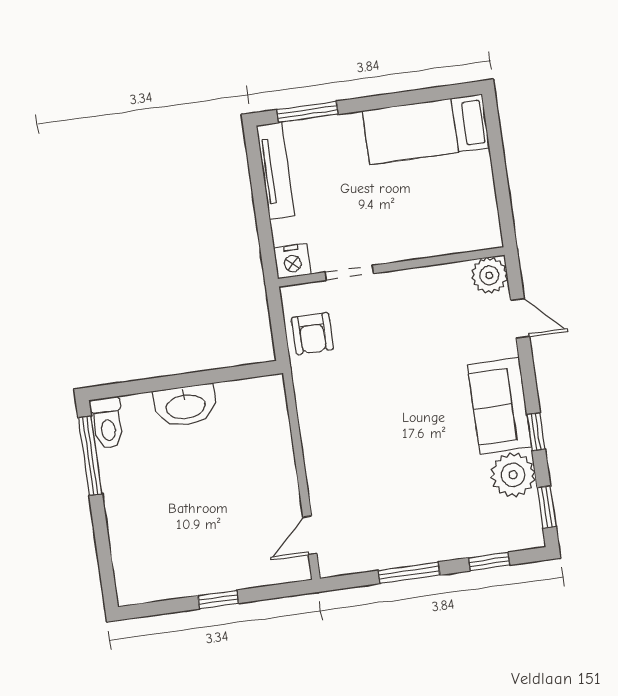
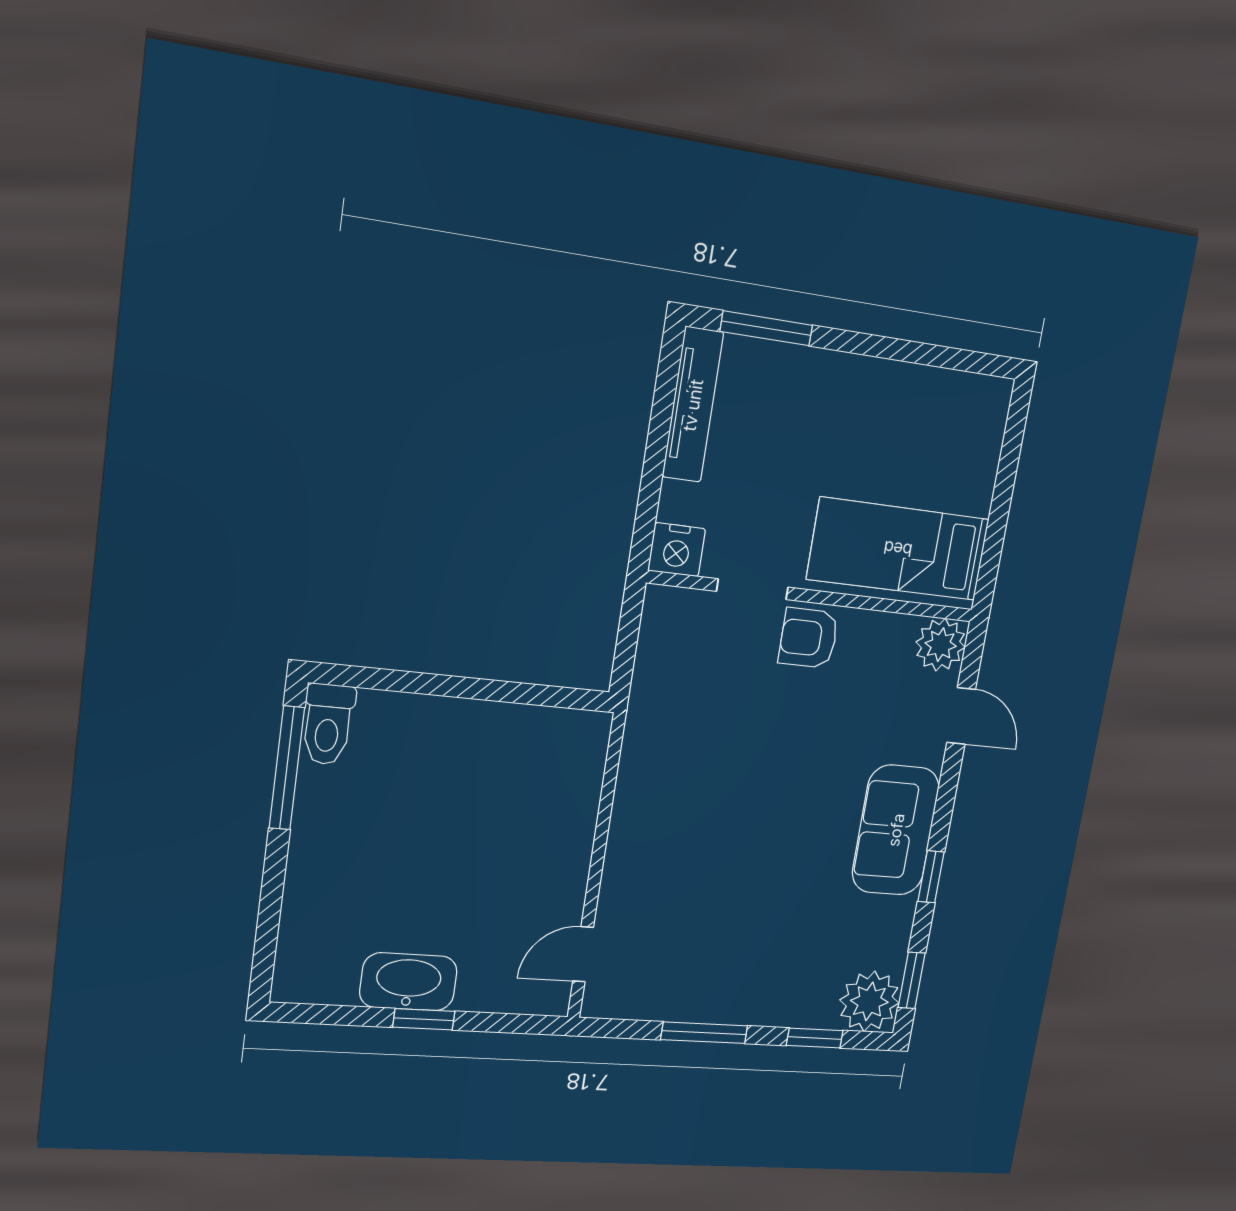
bed: (426, 129) -> (898, 549), moved
armchair: (312, 334) -> (809, 638), moved, turned 90
washbasin: (185, 405) -> (408, 982), moved, turned 180
plant: (513, 475) -> (869, 1001), moved

